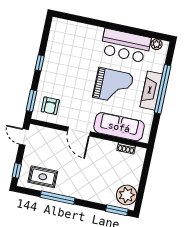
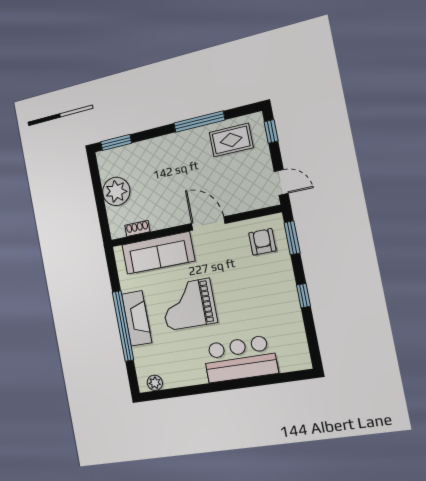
bar counter: (126, 46) -> (240, 359), moved
plant: (127, 195) -> (116, 191), moved

